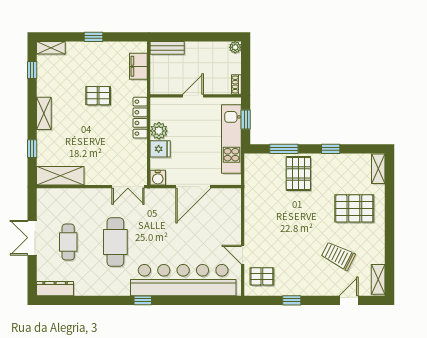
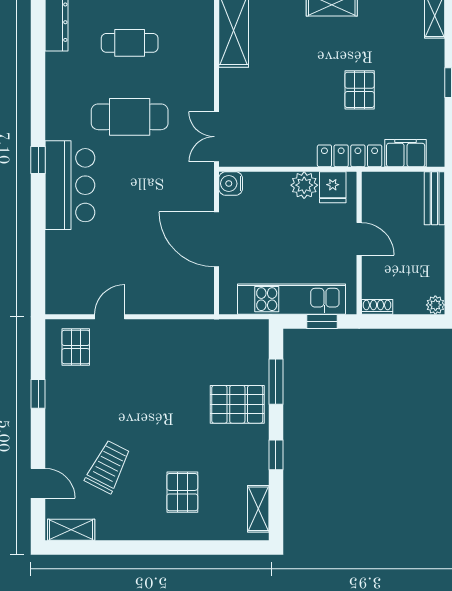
locker: (140, 118) -> (350, 156), moved
fridge: (160, 149) -> (333, 187), moved
shelving: (378, 169) -> (258, 509), moved, turned 90
pallet: (354, 208) -> (182, 492), width x0.67, depth x0.71
bar counter: (183, 280) -> (70, 185), width x0.54

